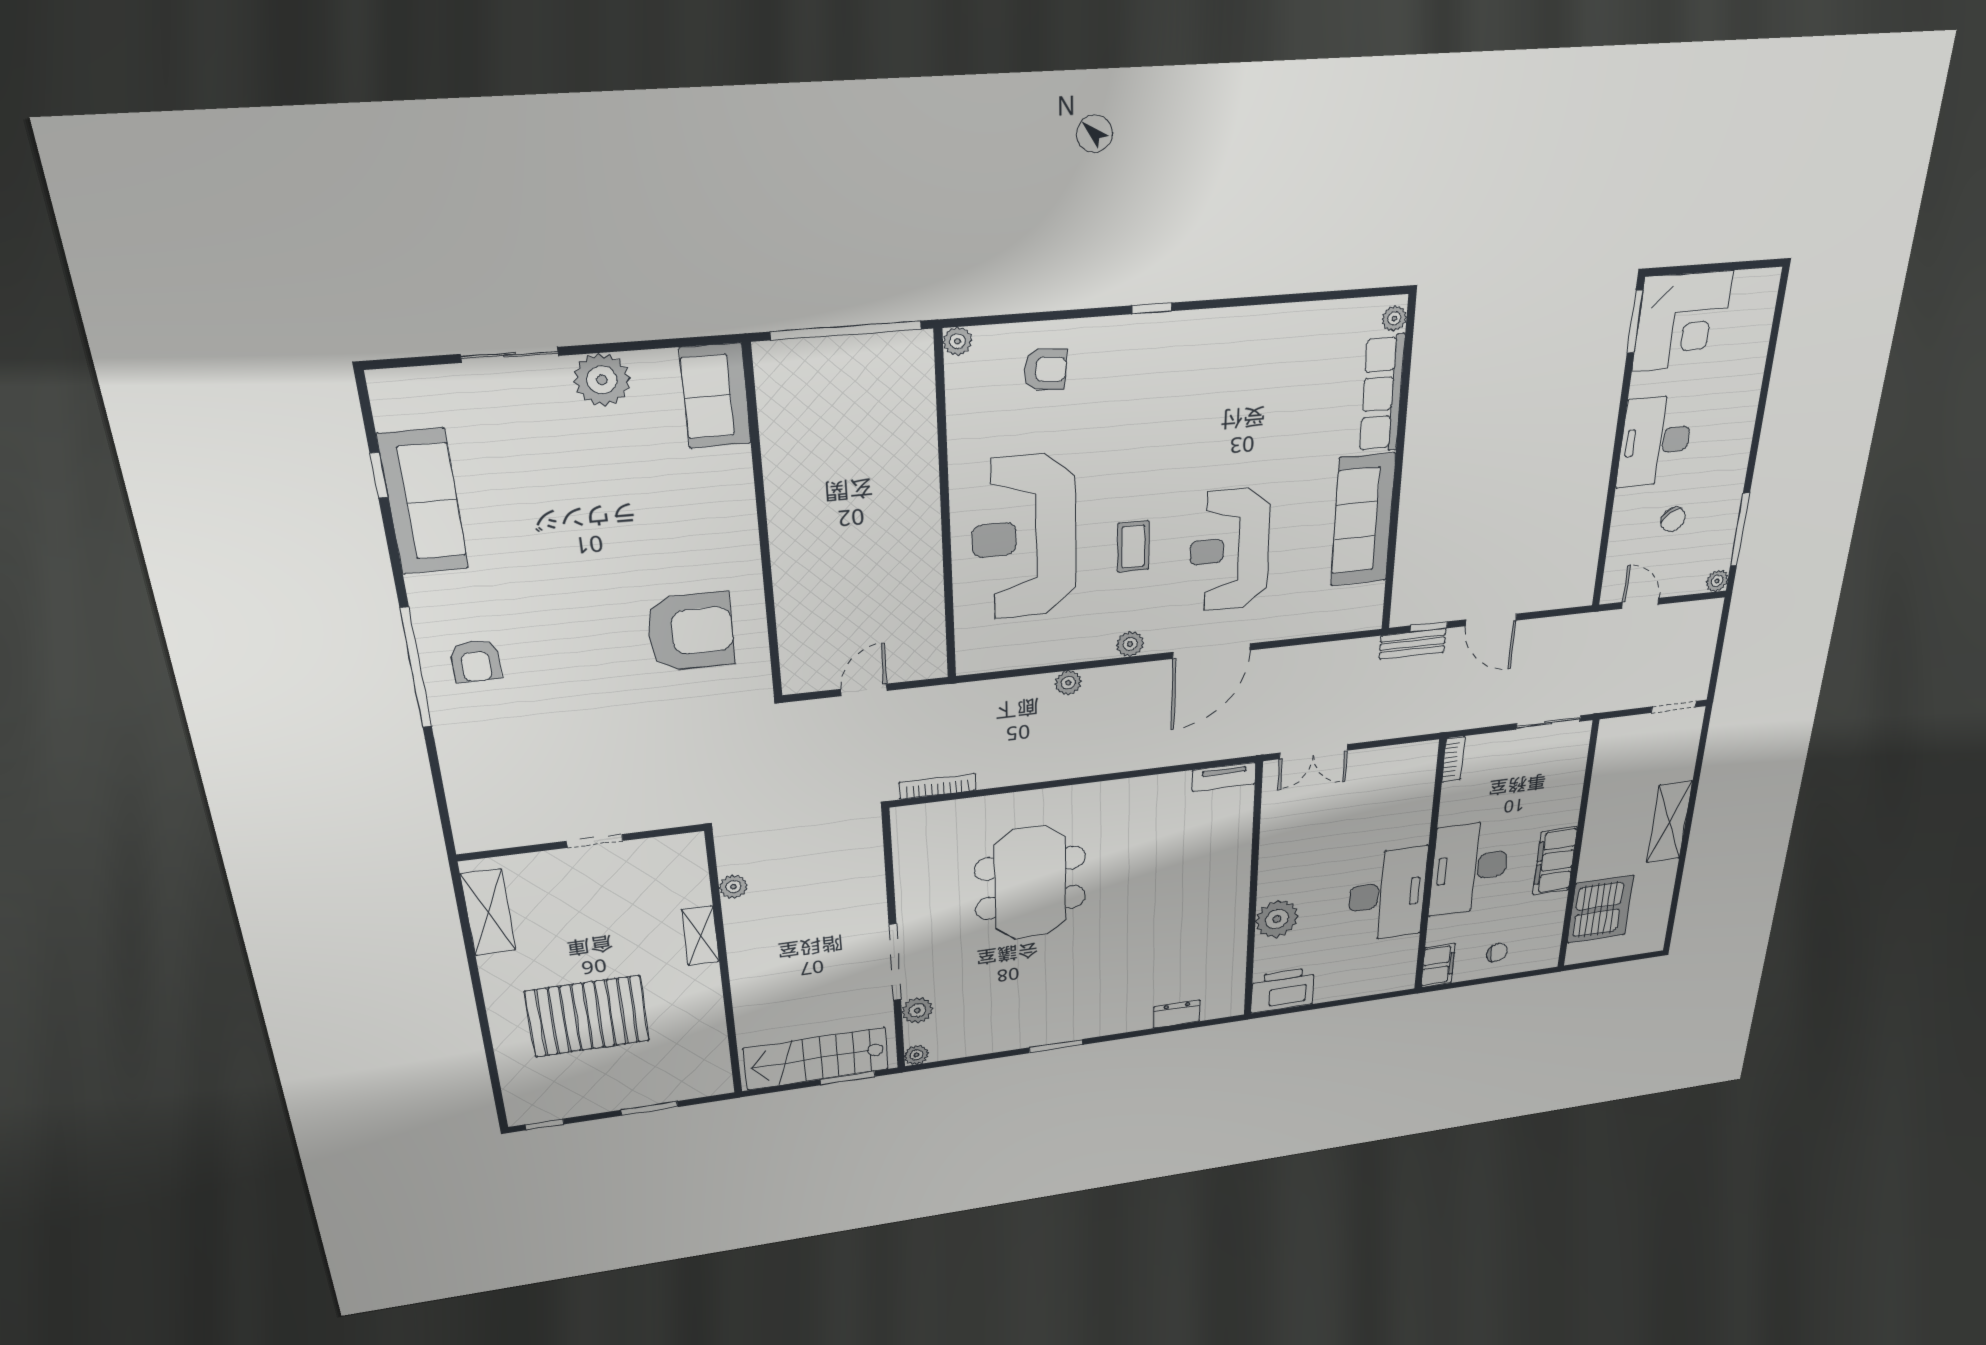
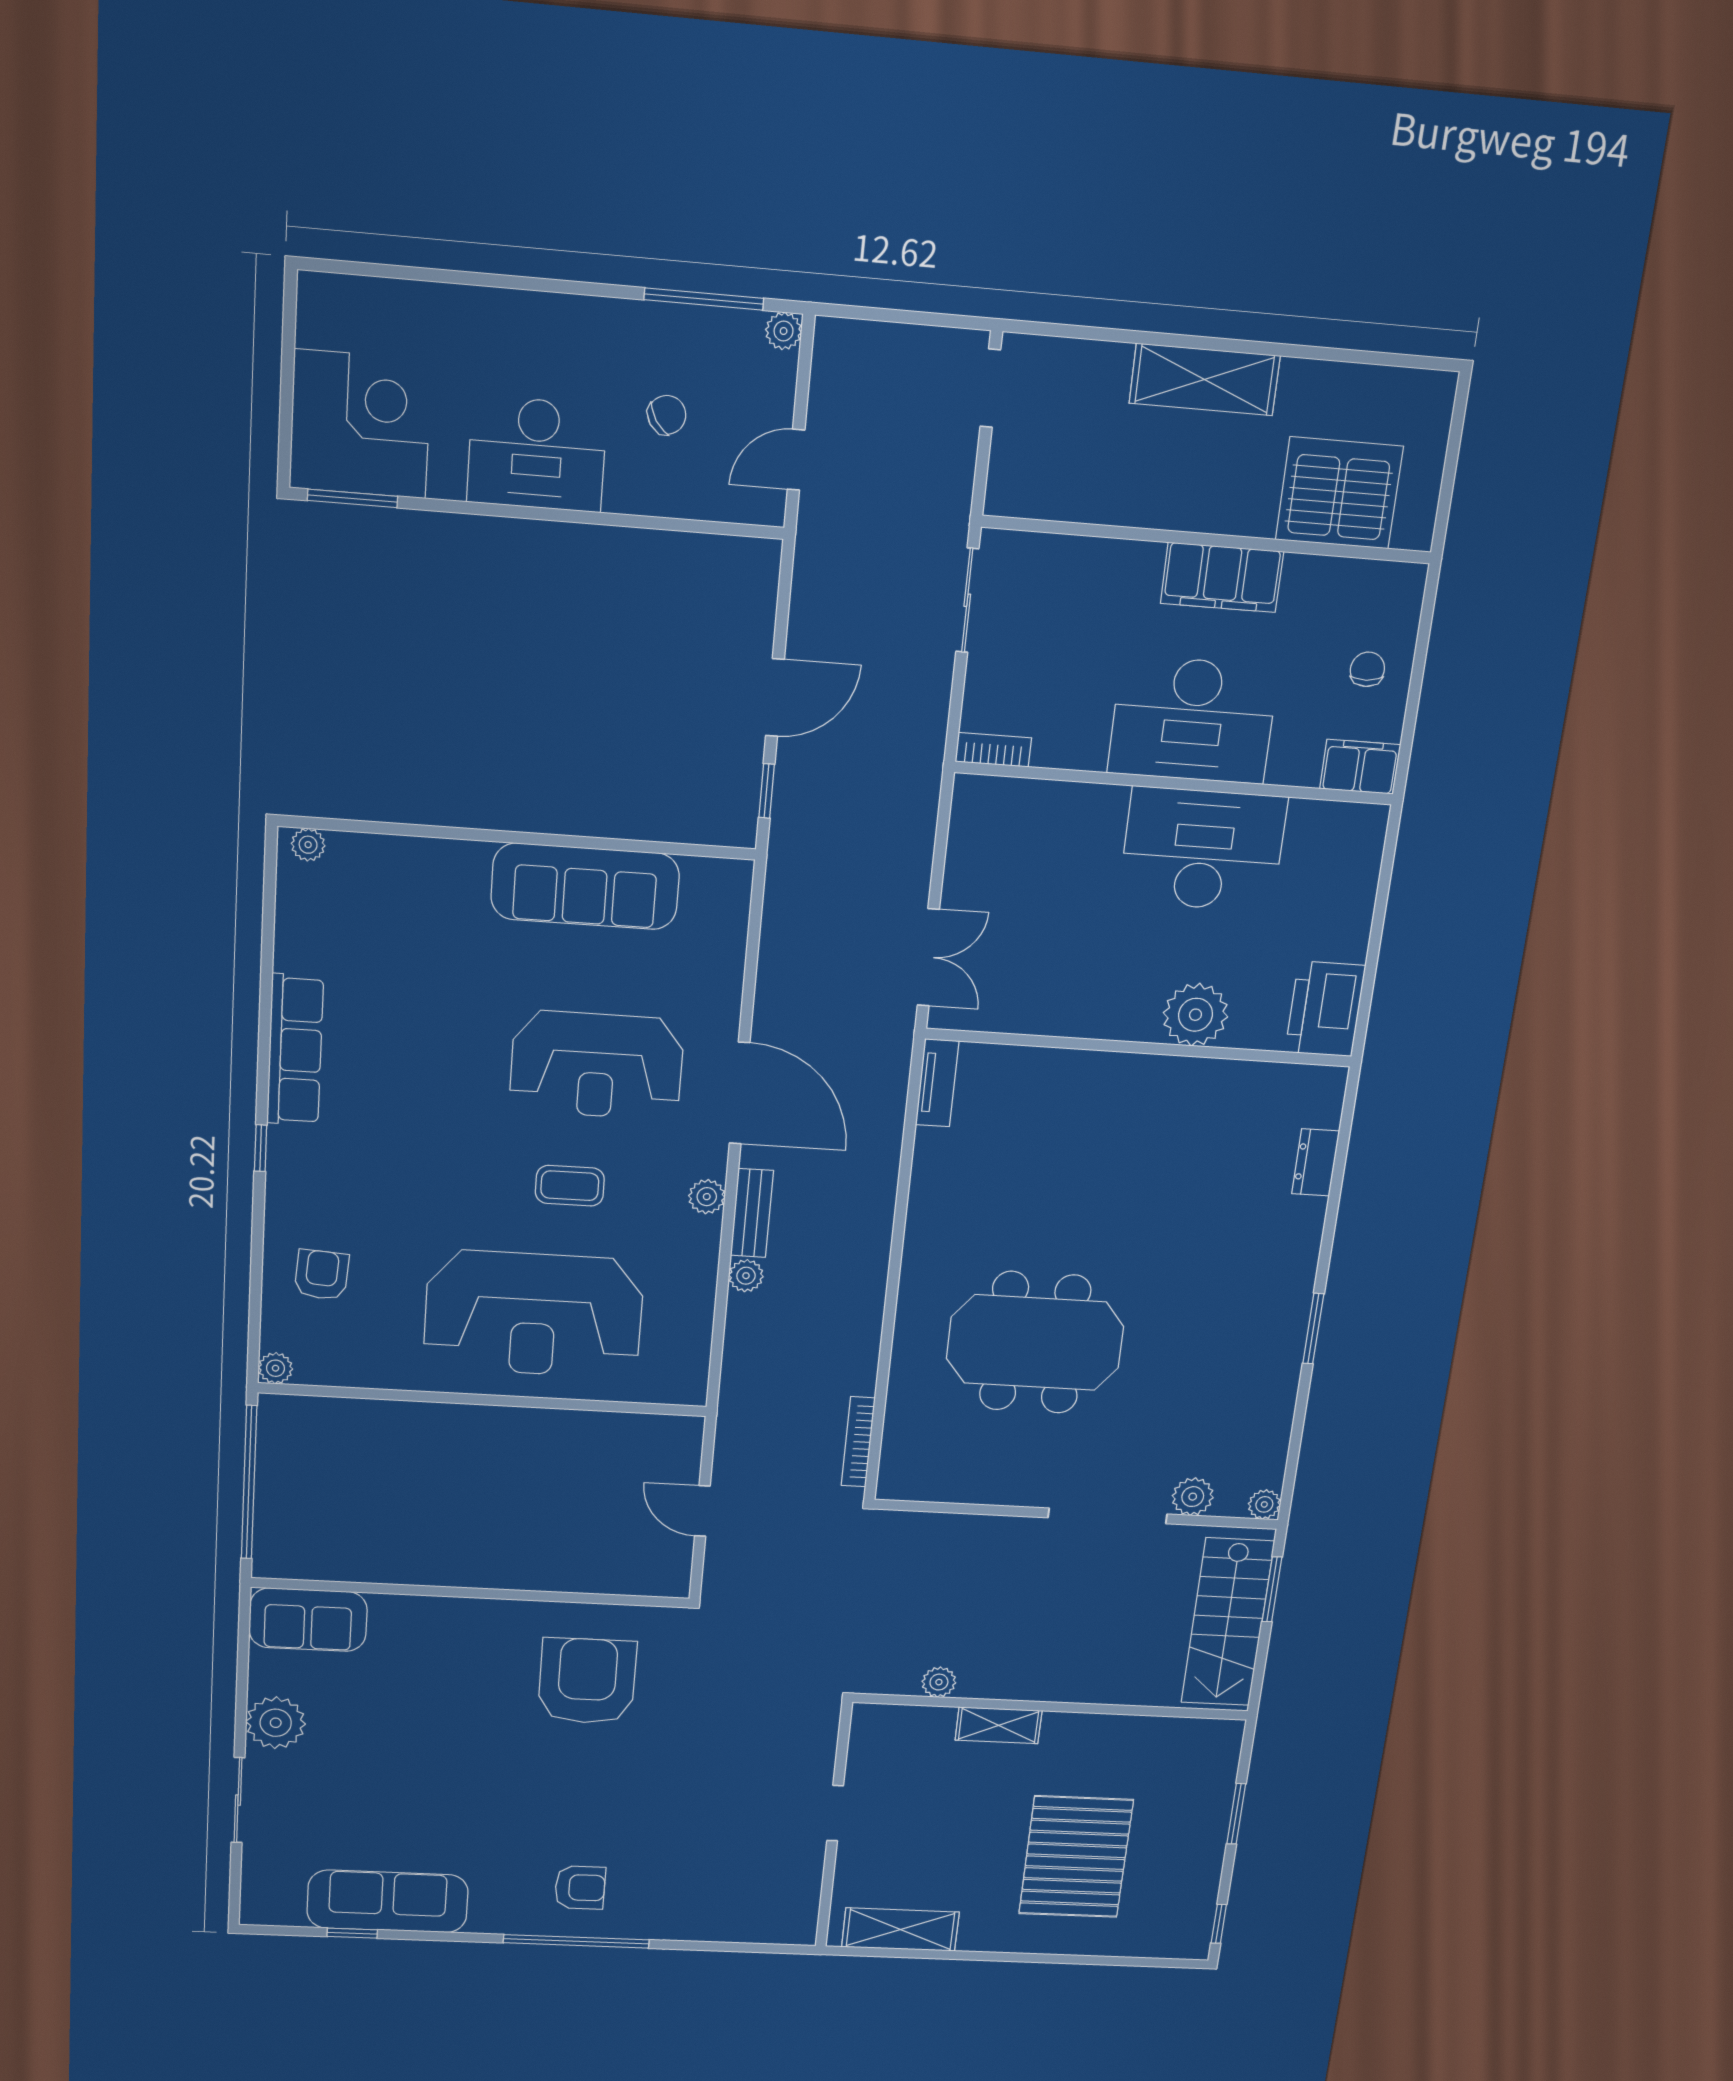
row of seats: (1382, 394) -> (295, 1050), moved, turned -90
bench: (1413, 644) -> (752, 1213), moved

